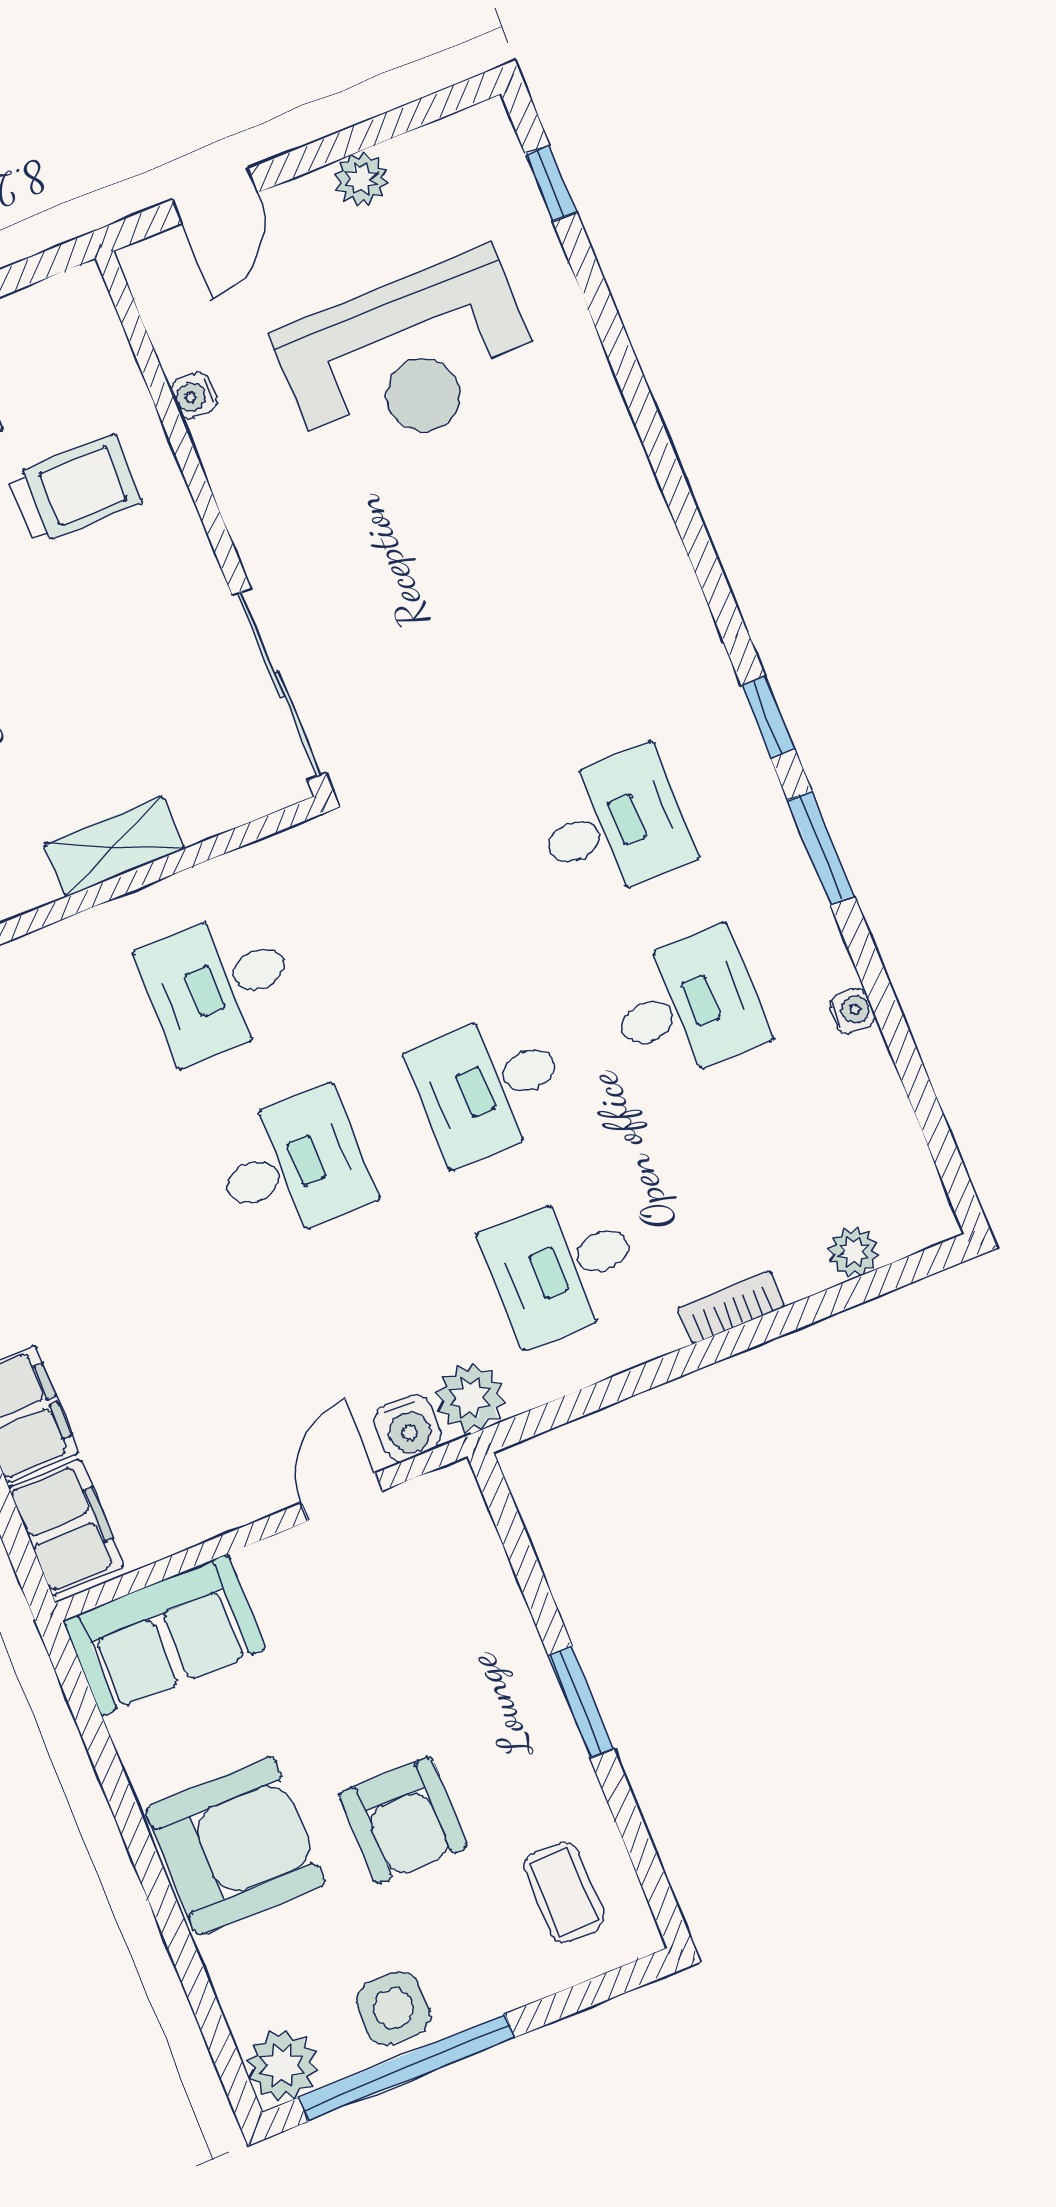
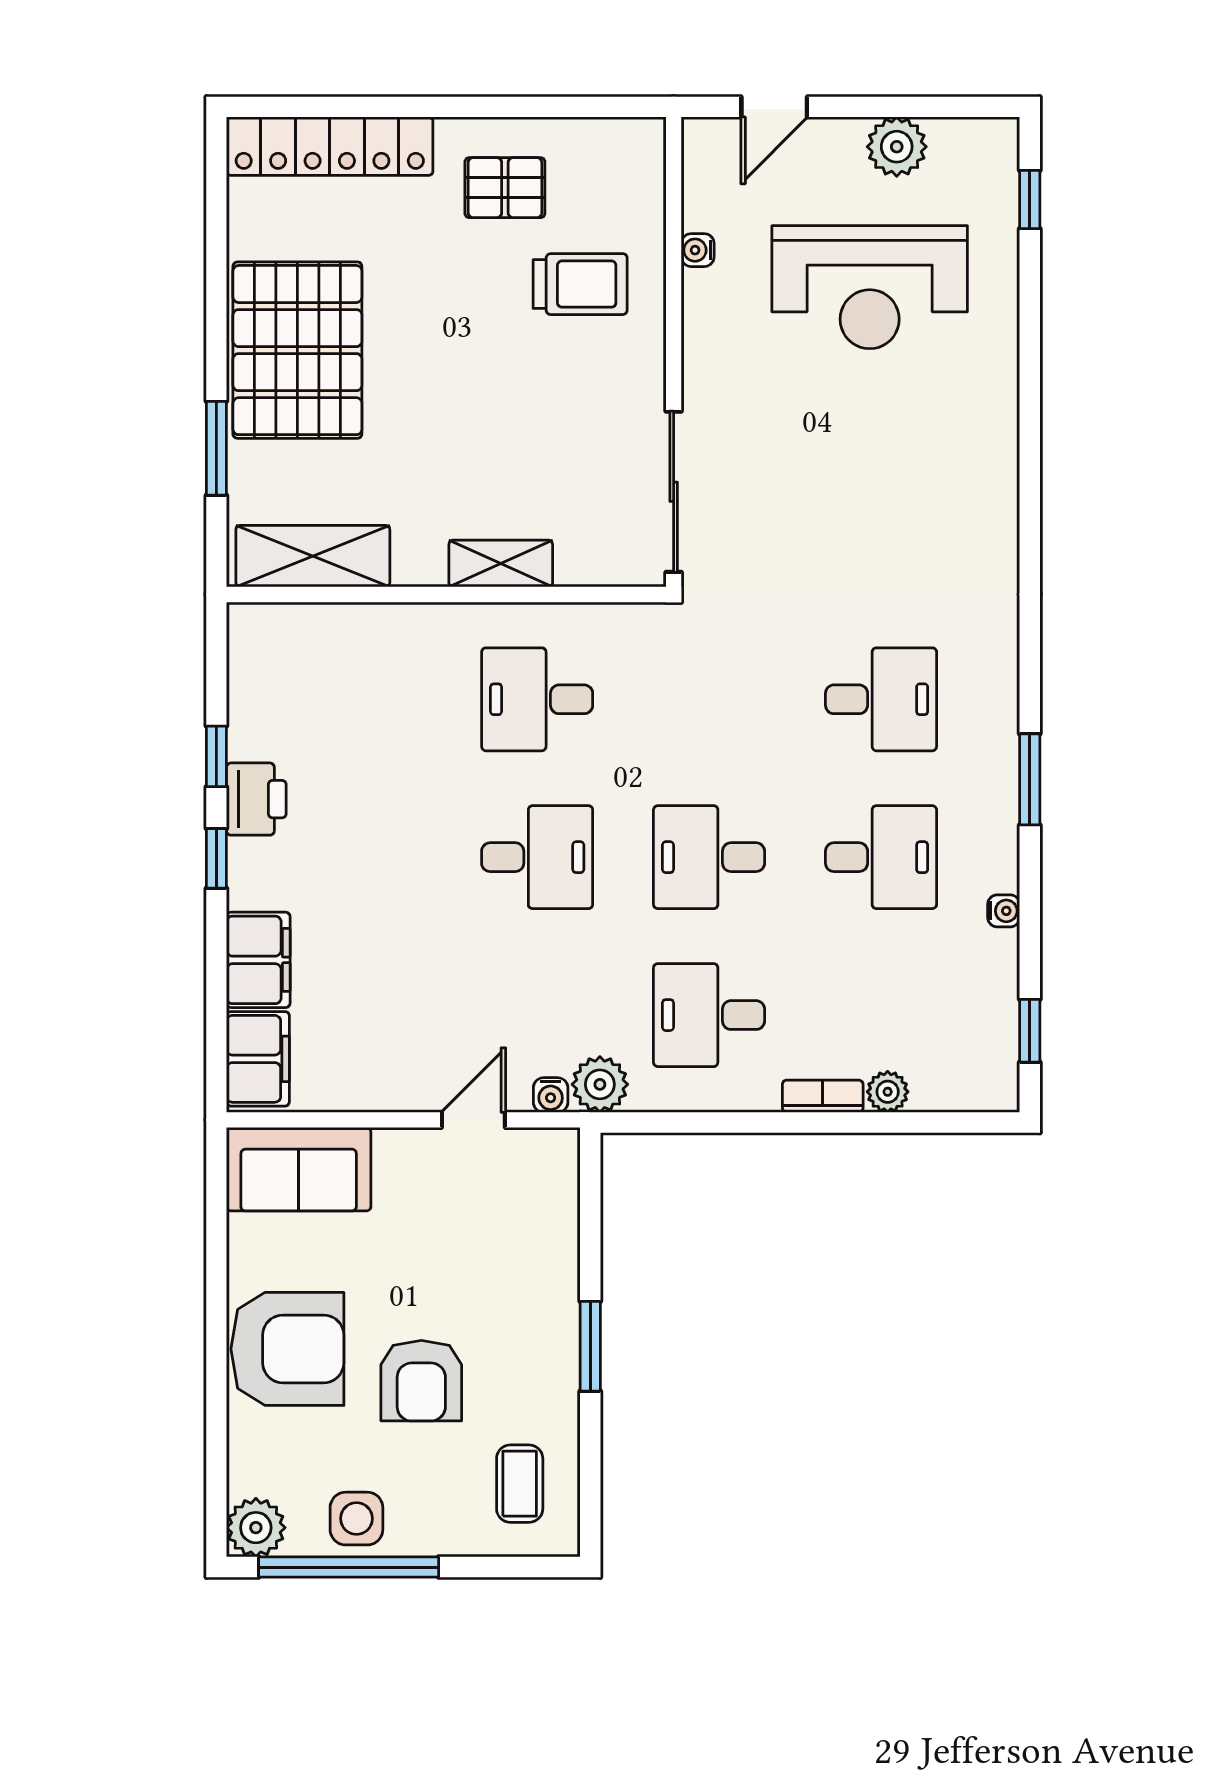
plant: (361, 179) -> (897, 147), width x1.38, depth x1.38
window: (768, 717) -> (1030, 1031), moved
plant: (853, 1252) -> (888, 1092), moved
water cooler: (408, 1428) -> (551, 1095), width x0.72, depth x0.72

